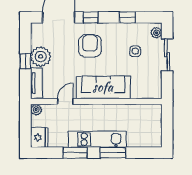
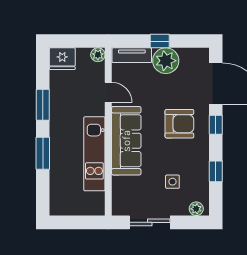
sliding door: (167, 55) -> (150, 222), moved
kitchen unit: (97, 139) -> (94, 154), moved, turned 180

